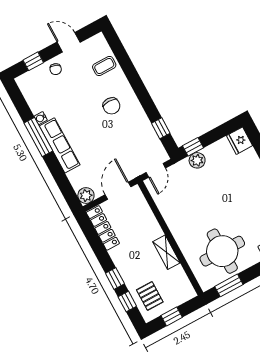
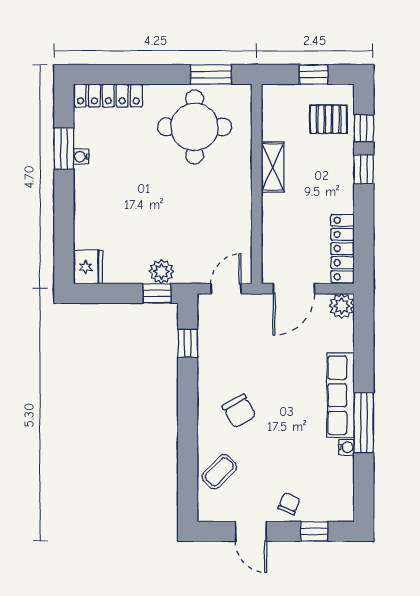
coffee table: (104, 66) -> (219, 472), turned -45
chair: (111, 106) -> (239, 411), turned 151
pallet: (150, 296) -> (328, 119), turned 90

